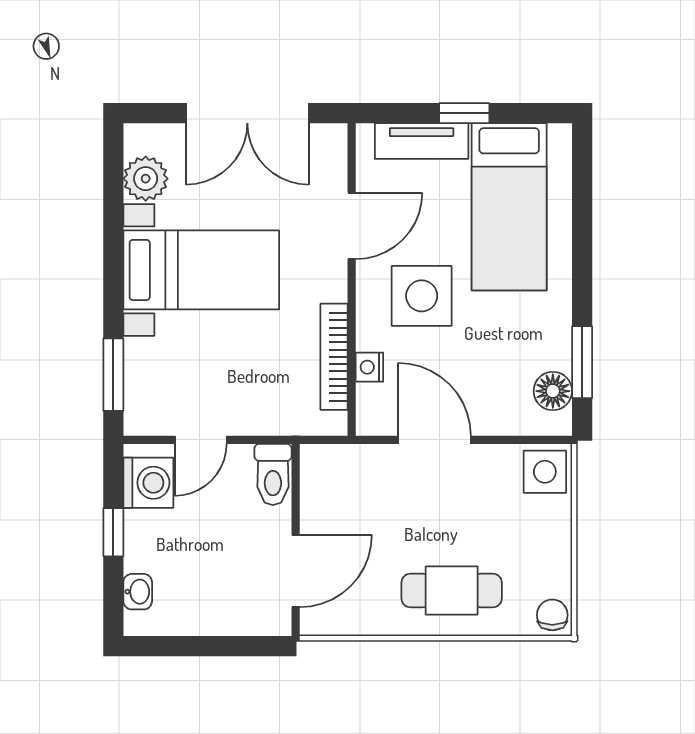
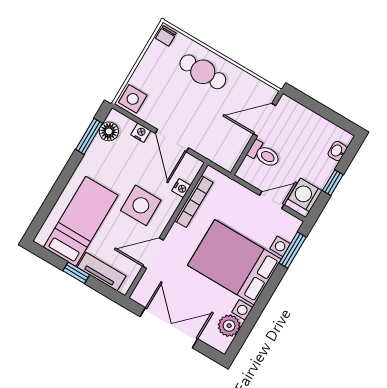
bed with nightstands: (201, 270) -> (234, 262), width x1.36
nightstand: (496, 422) -> (141, 133), added
toilet: (273, 474) -> (264, 154), moved, turned 90

